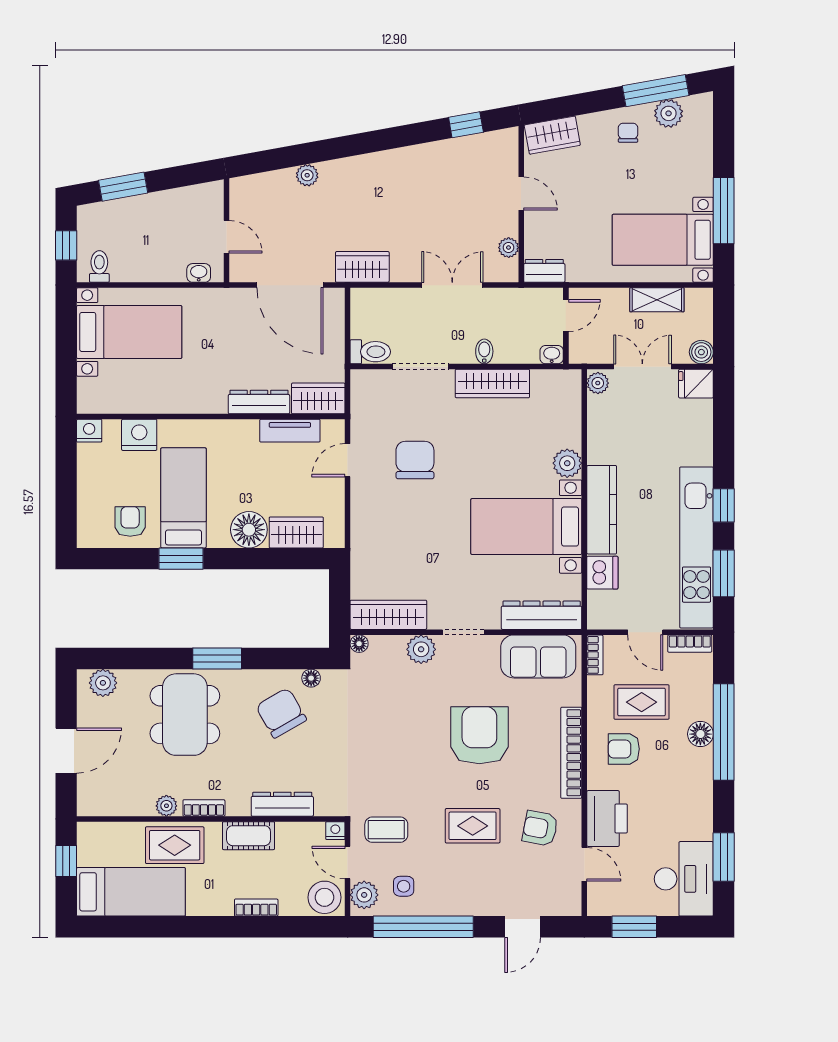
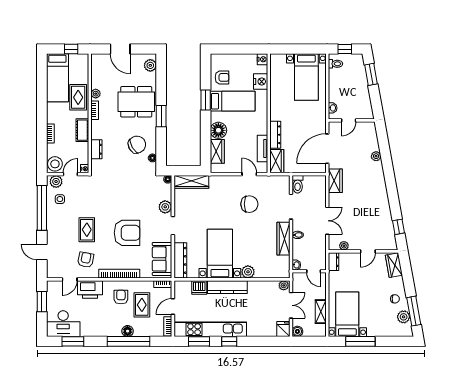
wardrobe: (388, 615) -> (192, 182), moved, turned 90
dresser: (282, 804) -> (96, 149), width x0.70
coffee table: (386, 830) -> (85, 191), removed

